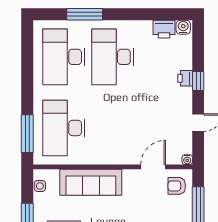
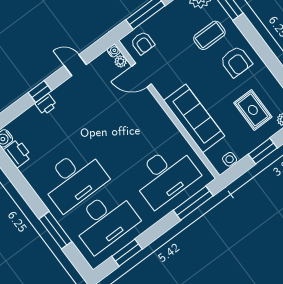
window: (27, 56) -> (127, 253), added
plant: (175, 159) -> (121, 61), added

